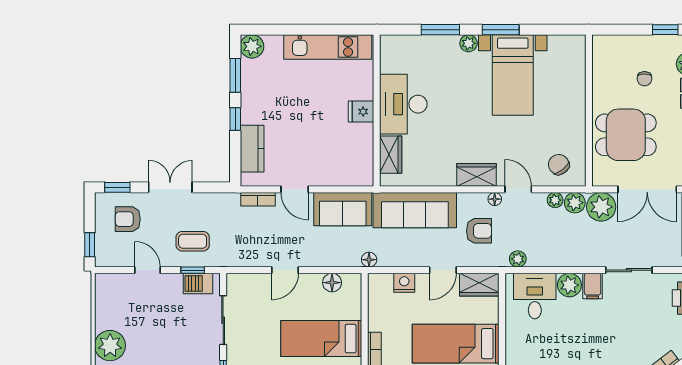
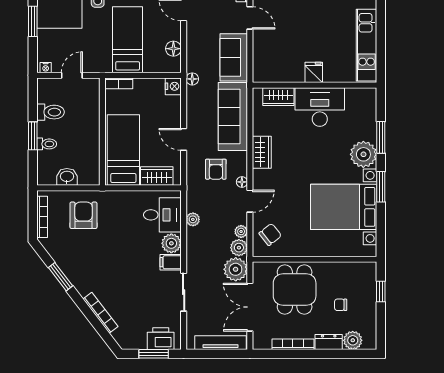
window: (665, 30) -> (381, 292), moved
plant: (469, 43) -> (363, 154), width x1.87, depth x1.87
bed with nightstands: (513, 75) -> (344, 207), width x1.36
wardrobe: (477, 175) -> (262, 152), moved
door: (295, 189) -> (250, 18), swing flipped
plant: (518, 259) -> (193, 219), moved
nightstand: (404, 283) -> (173, 86), moved
wardrobe: (479, 285) -> (157, 176), moved, turned 90

